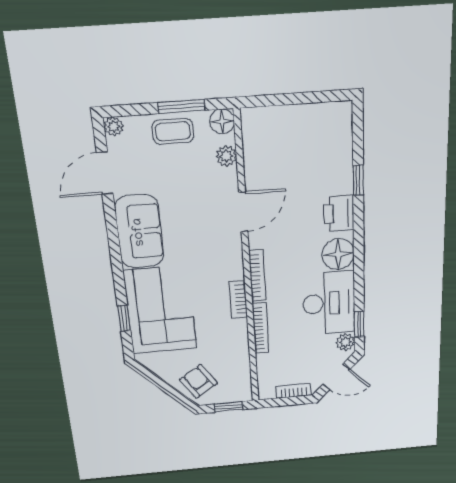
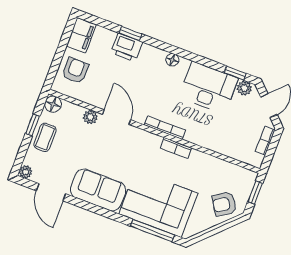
window: (181, 107) -> (33, 125), width x0.67
filing cabinet: (331, 117) -> (81, 35), added
armchair: (280, 131) -> (75, 71), added
plant: (226, 156) -> (90, 117), moved
printer: (339, 213) -> (127, 47), moved
floor lamp: (338, 254) -> (172, 60), width x0.53, depth x0.53
window: (124, 318) -> (153, 231), width x2.17
bookcase: (261, 328) -> (205, 142), removed

